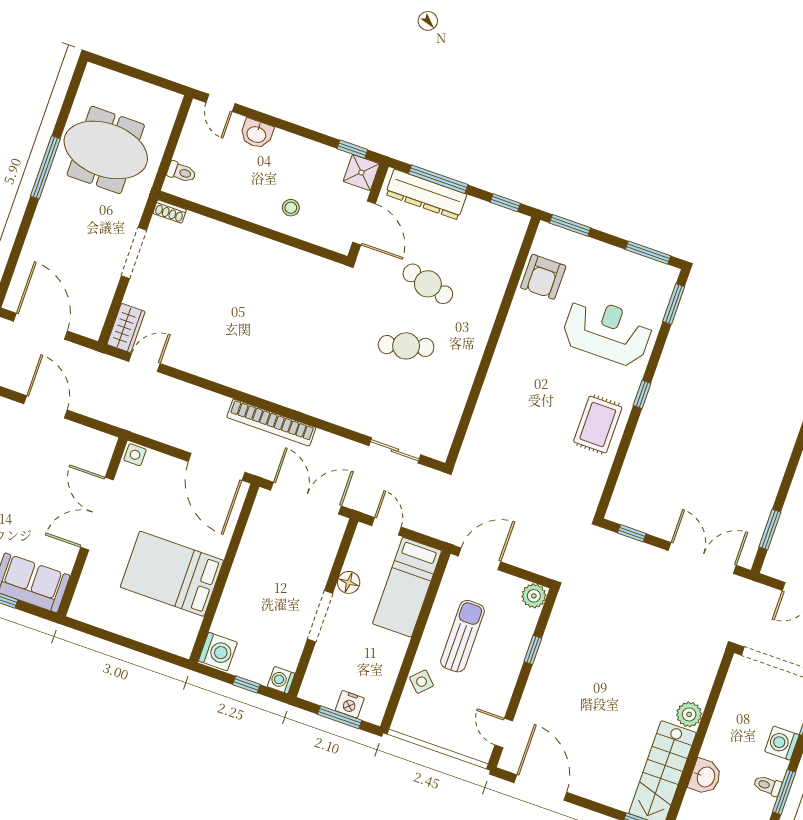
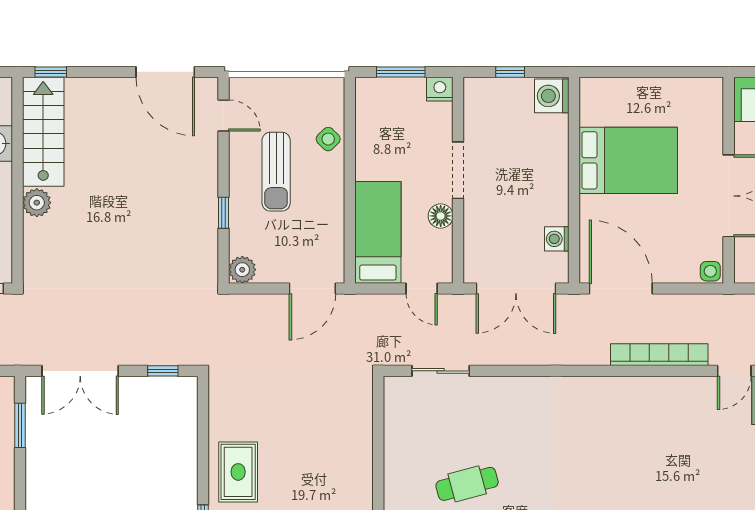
bookcase: (271, 422) -> (659, 355), moved
sun lounger: (462, 636) -> (276, 172), moved
washing machine: (281, 680) -> (557, 239), moved, turned 180
nightstand: (350, 704) -> (440, 89), moved

